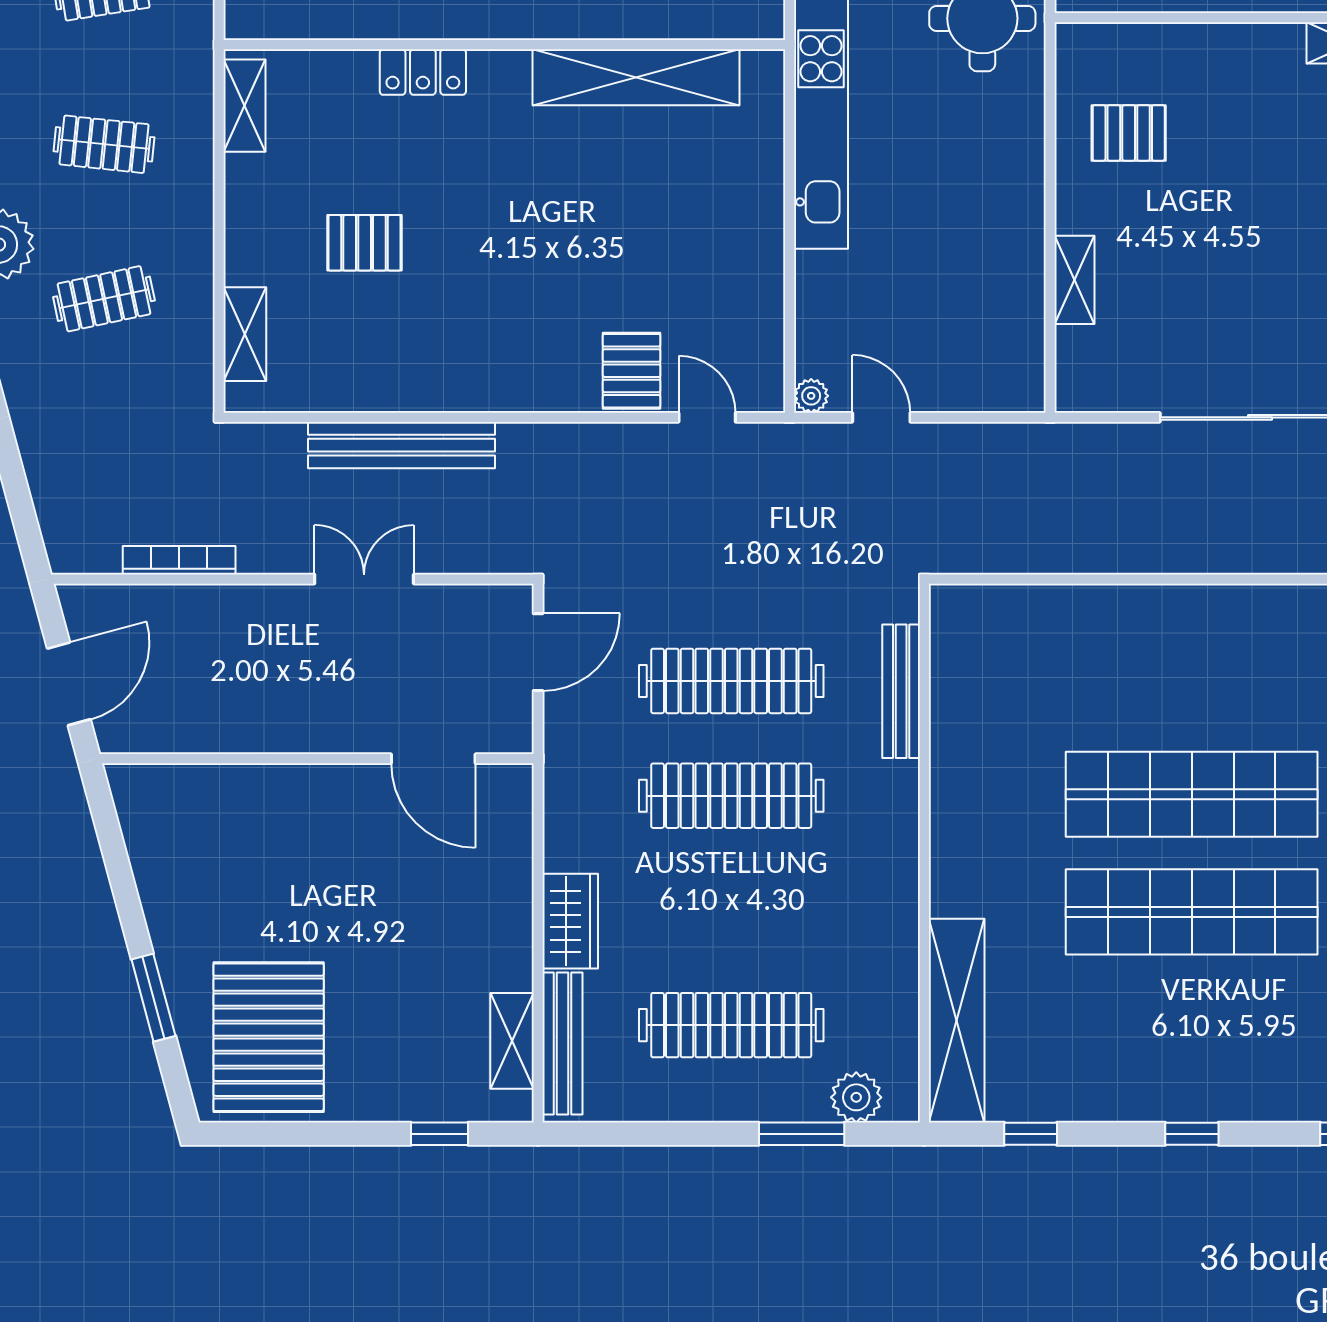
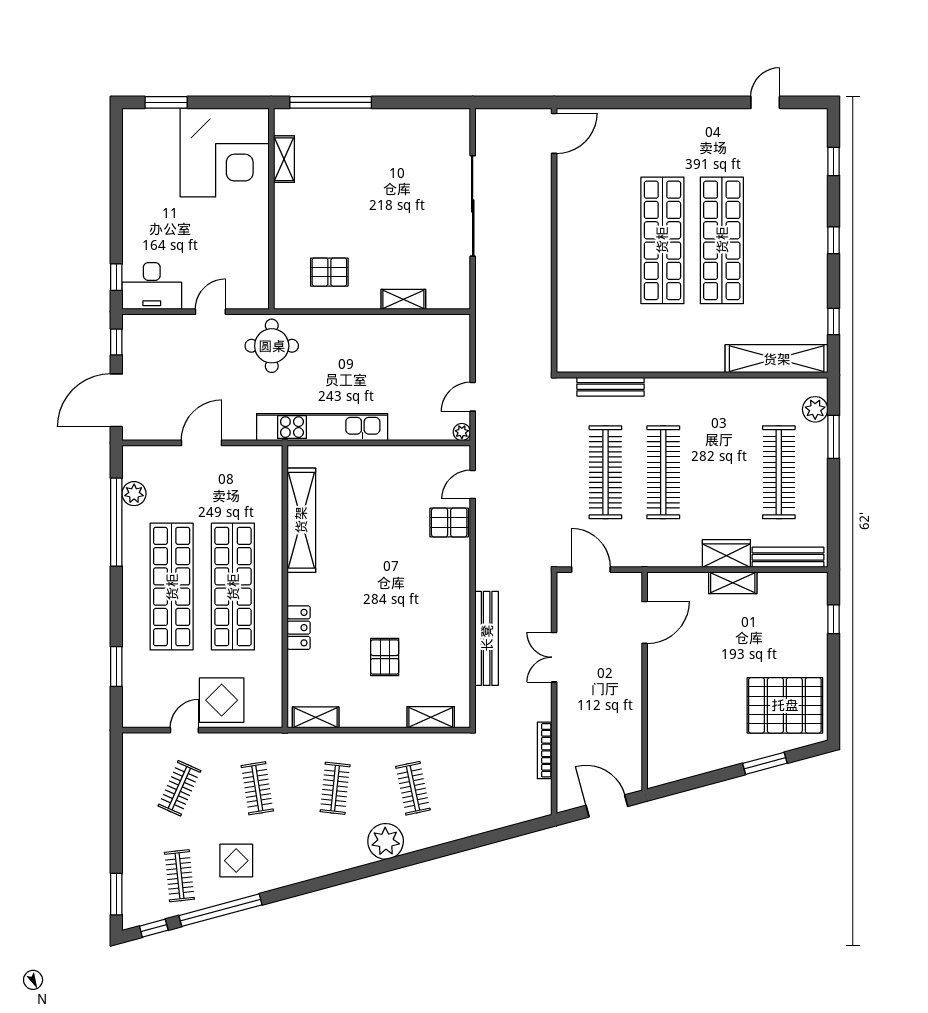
pallet: (1129, 133) -> (329, 272), turned 90
shelving: (512, 1041) -> (733, 583), moved

